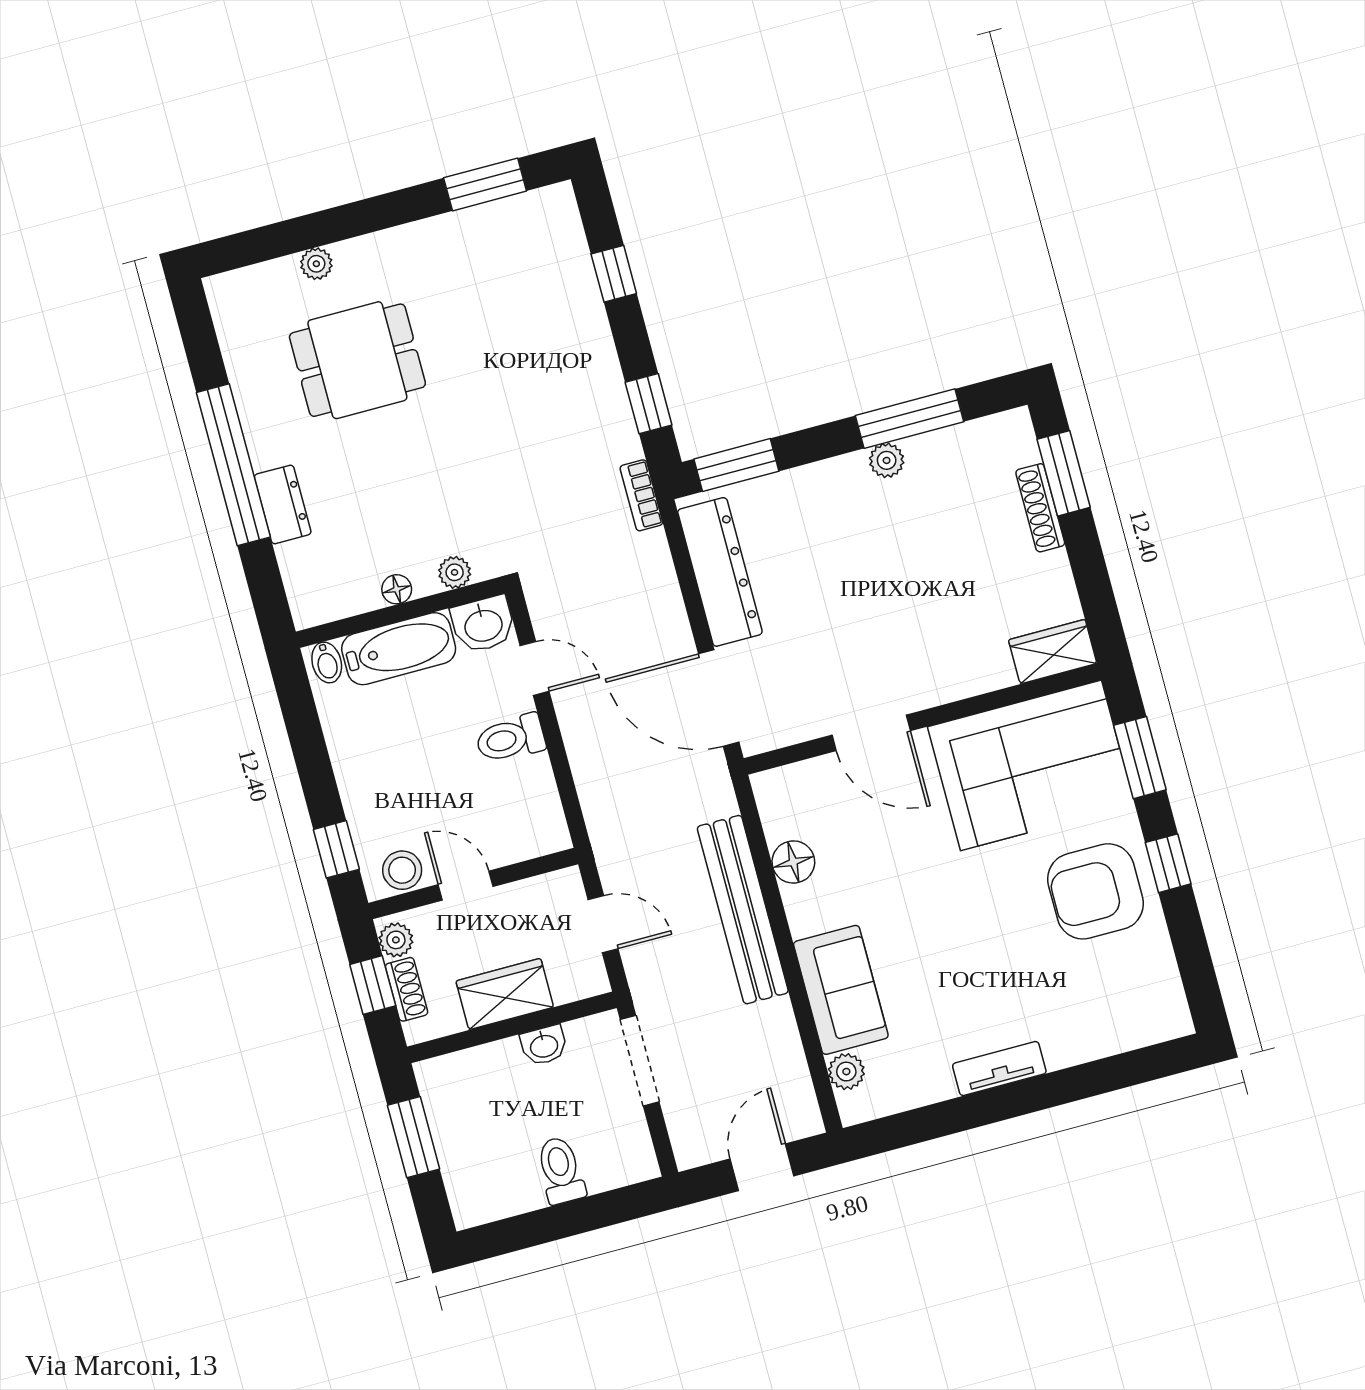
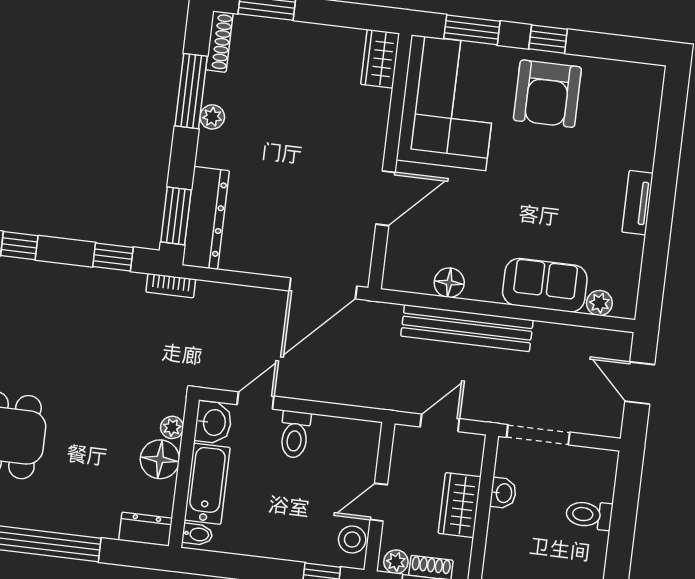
dresser: (283, 504) -> (146, 529), moved
shoe rack: (1040, 508) -> (219, 41), moved, turned -90
dresser: (720, 572) -> (206, 218), moved, turned 90
floor lamp: (397, 589) -> (160, 459), width x1.89, depth x1.89

